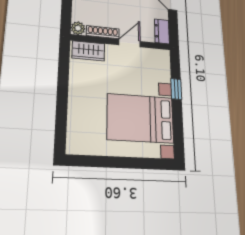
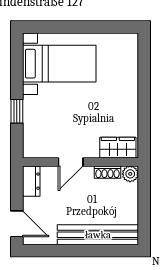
shoe rack: (103, 32) -> (107, 172), width x0.70
bed with nightstands: (140, 118) -> (59, 64), width x0.73

